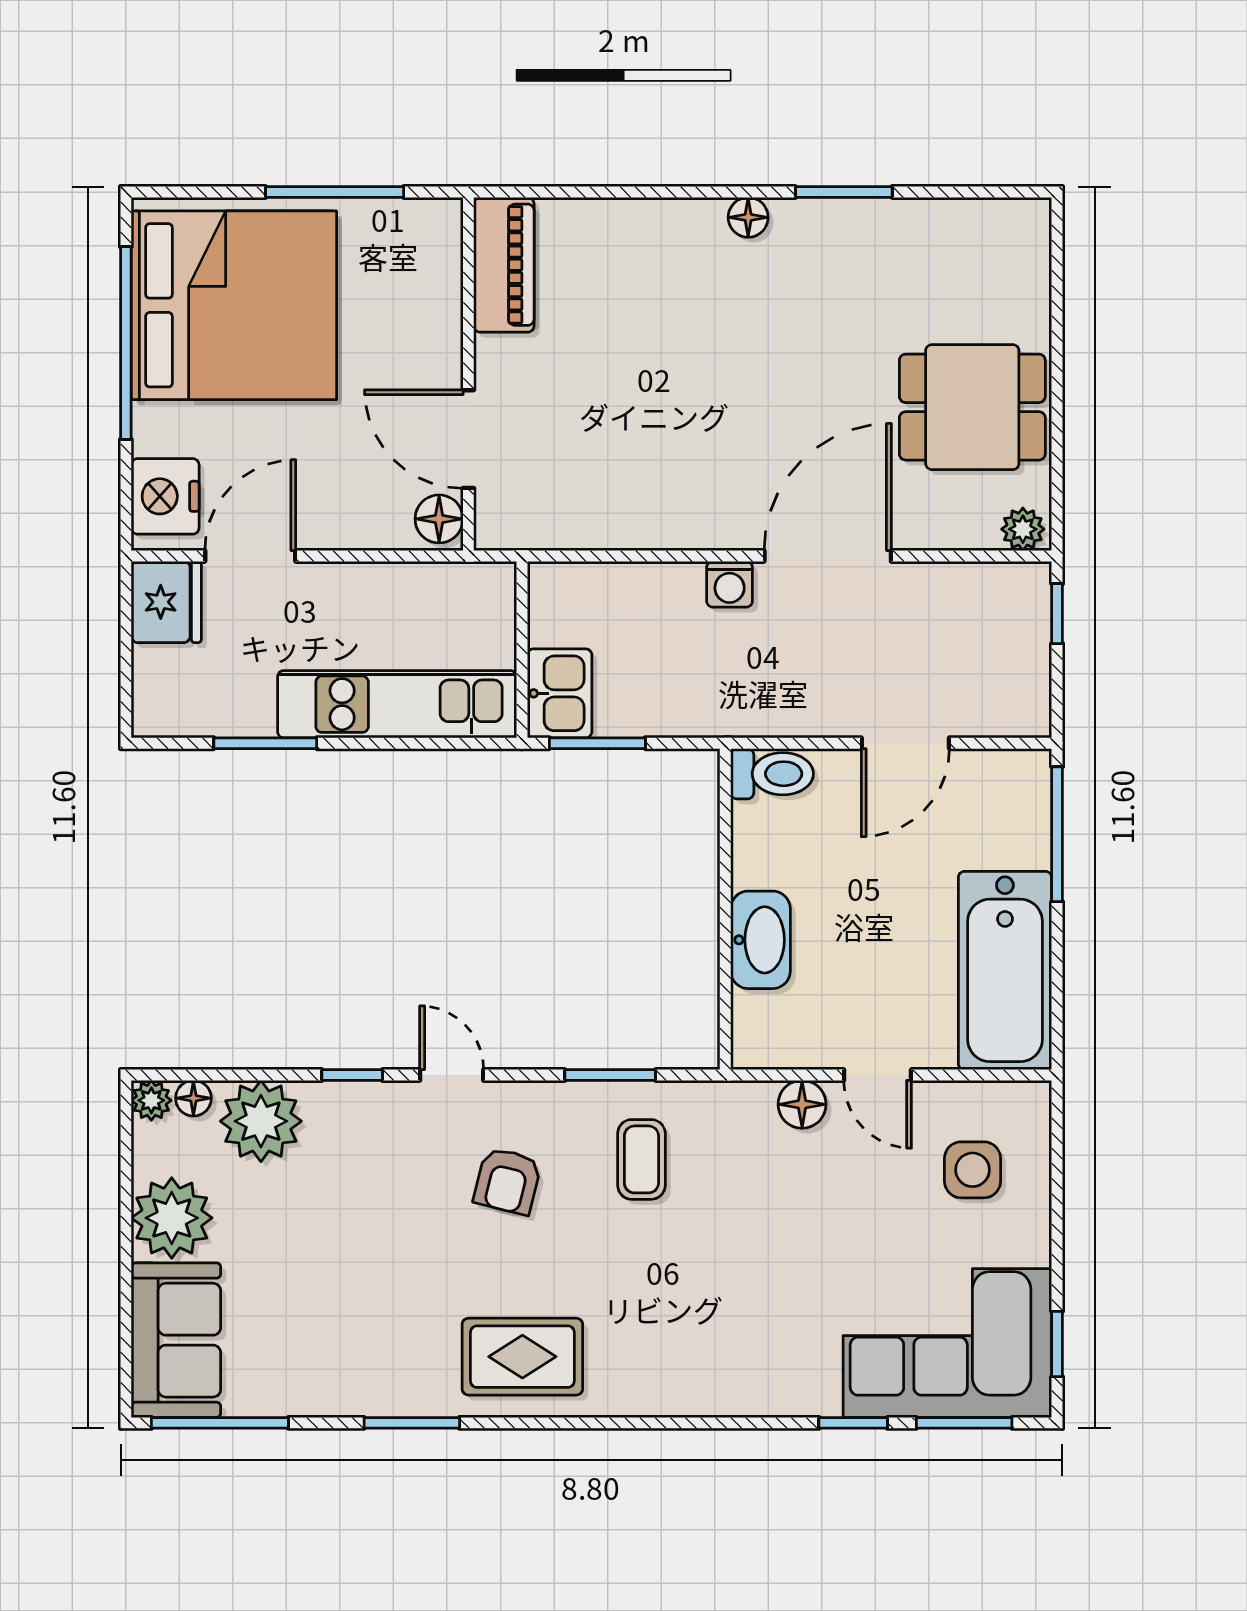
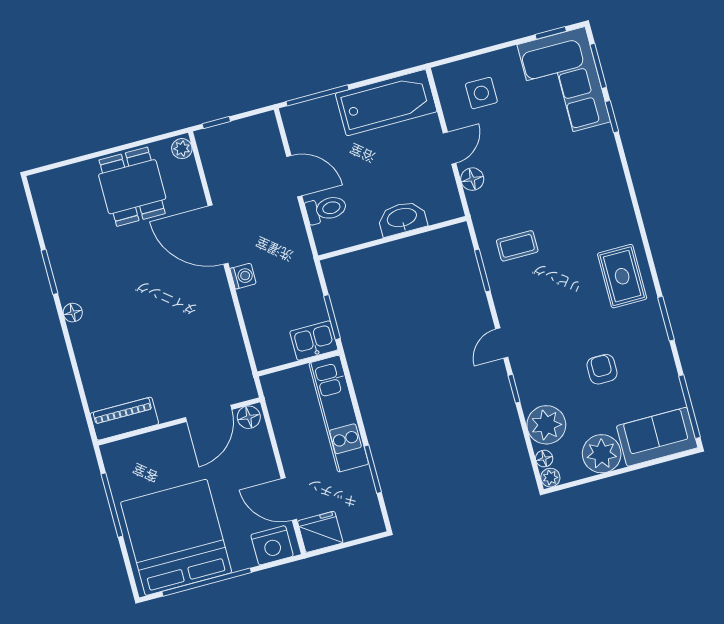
toilet: (772, 774) -> (326, 209), moved, turned 90
armchair: (507, 1181) -> (602, 369), moved, turned -104

